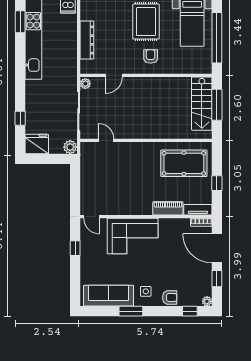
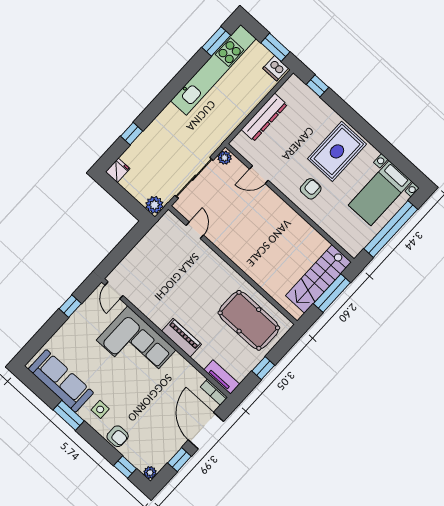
fridge: (37, 144) -> (118, 170), width x0.53, depth x0.75
piano: (168, 208) -> (182, 338), moved

